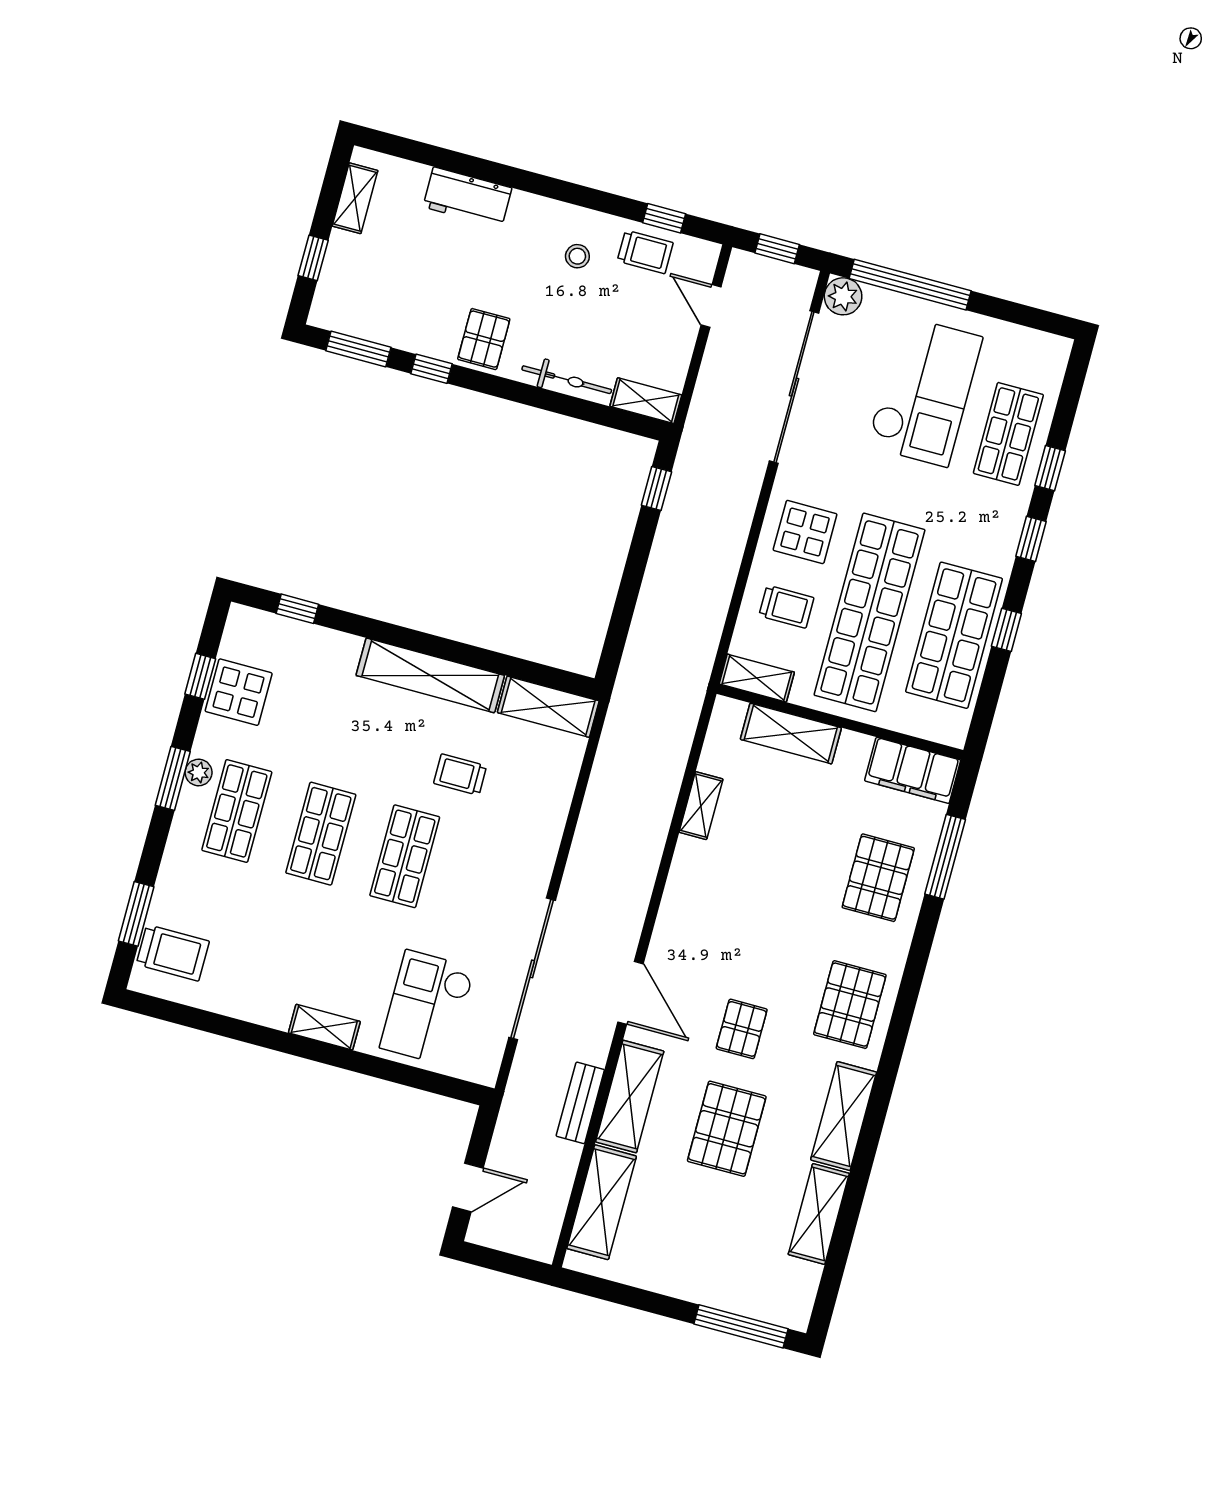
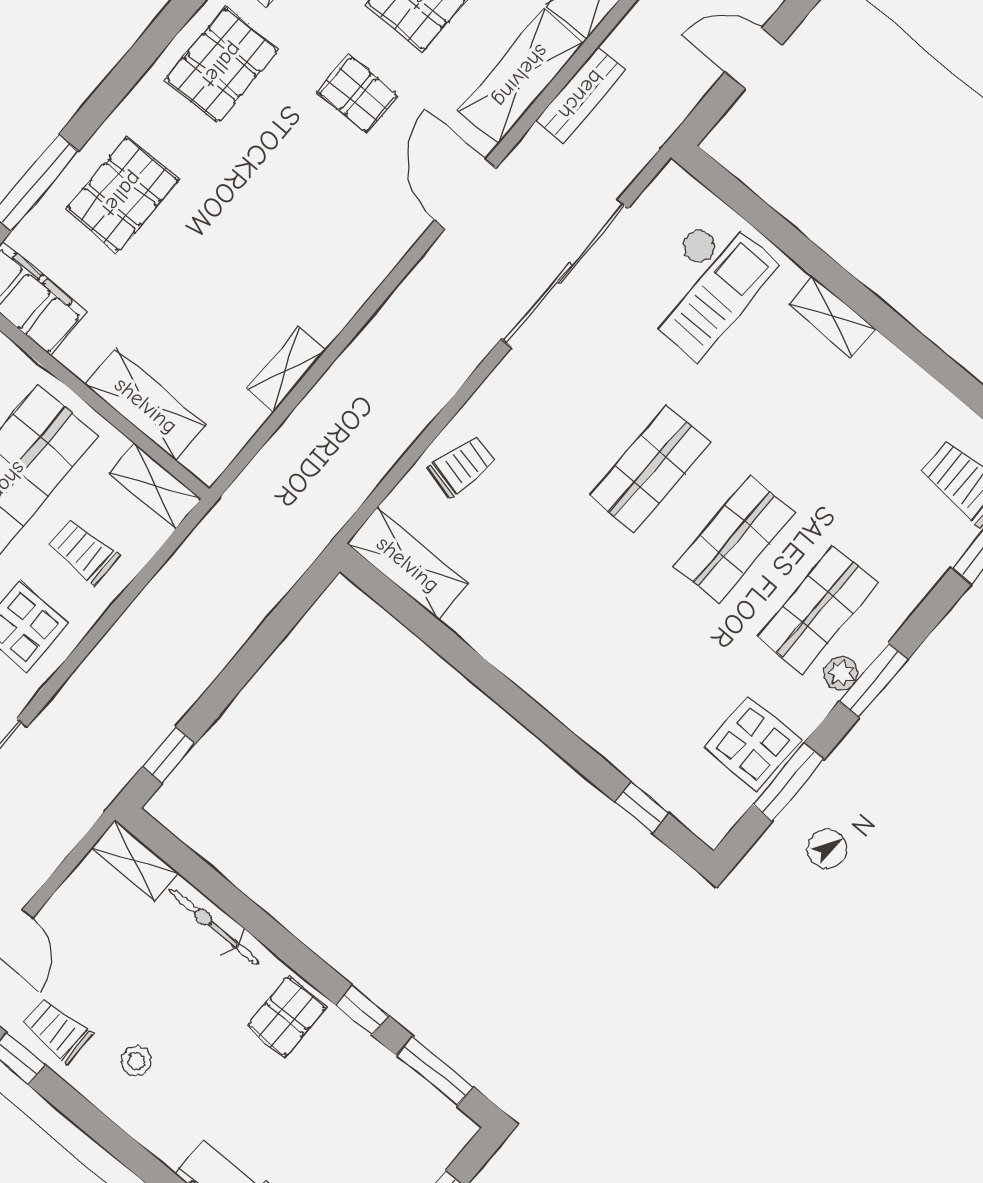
shelving: (430, 675) -> (526, 662), removed
window: (200, 676) -> (788, 782), width x1.50
trolley: (460, 775) -> (462, 466), moved, turned -76
pallet: (742, 1029) -> (358, 94), turned 90

